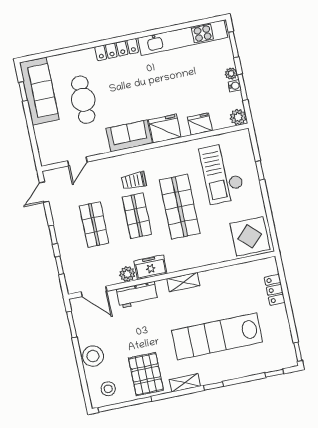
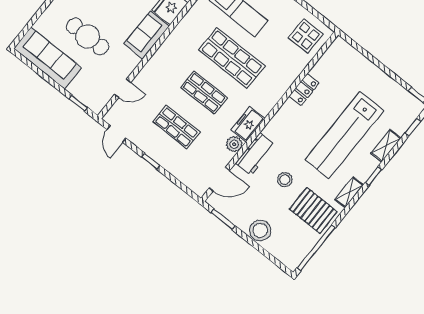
window: (23, 91) -> (78, 103), moved
door: (77, 161) -> (123, 88), hinge flipped
trolley: (134, 181) -> (179, 67), removed
display table: (250, 236) -> (306, 36), width x0.73, depth x0.73
window: (59, 265) -> (176, 181), removed
shelving: (183, 282) -> (386, 146), moved
locker: (275, 290) -> (304, 90), moved, turned -90
stool: (108, 389) -> (285, 180), moved

